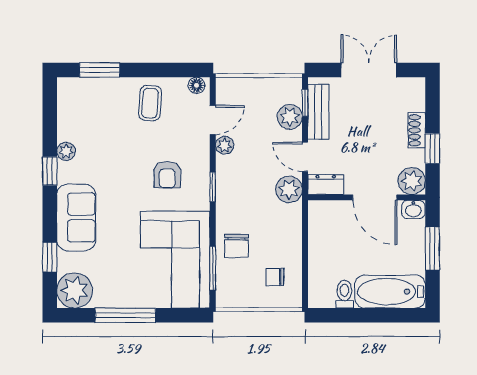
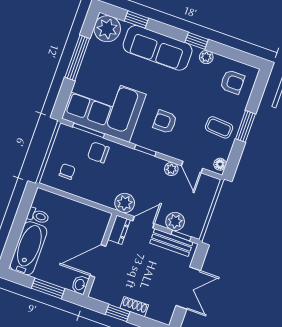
window: (100, 70) -> (245, 126), moved
armchair: (86, 107) -> (232, 82), added
plant: (412, 181) -> (100, 291), removed
sofa: (76, 217) -> (158, 48), width x1.36

